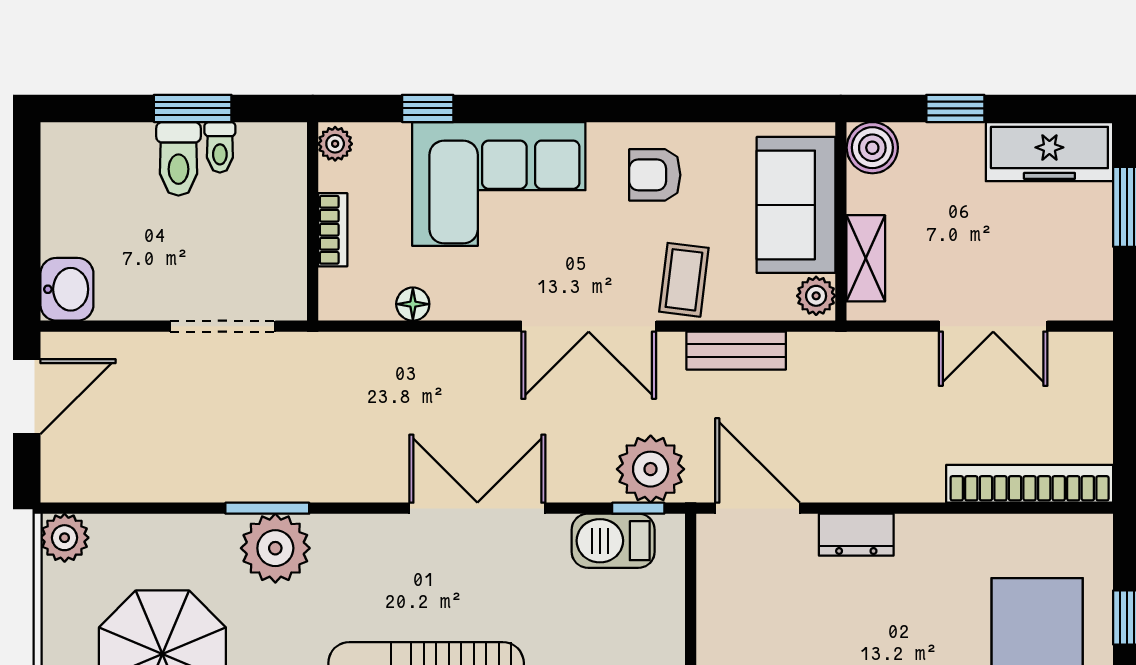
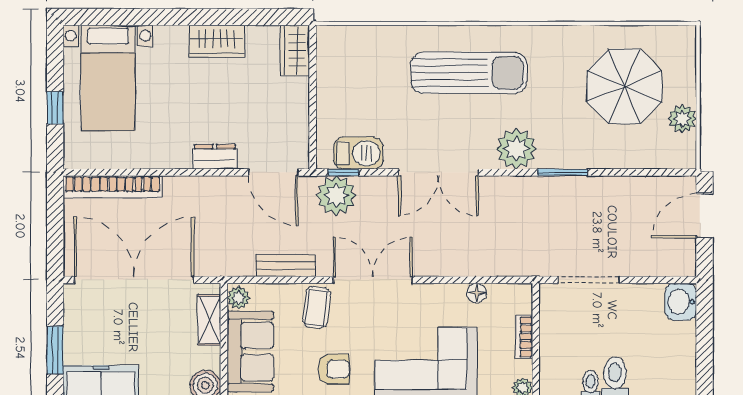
double door: (993, 326) -> (134, 280), width x1.87
door: (27, 397) -> (705, 216), moved
plant: (65, 538) -> (682, 119), moved
plant: (275, 548) -> (516, 149), moved

